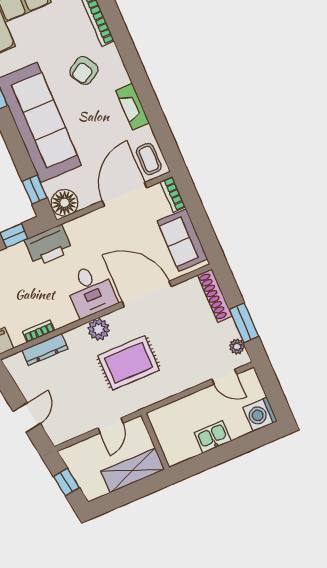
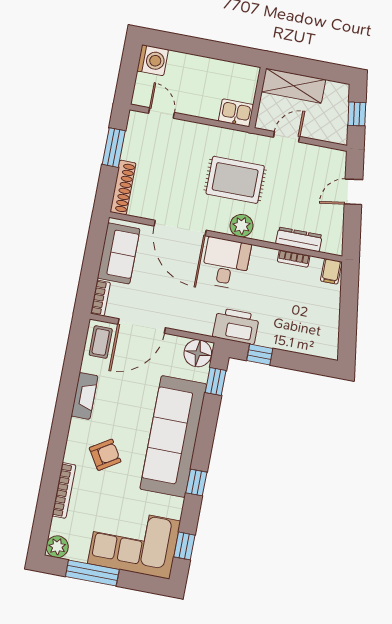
plant: (237, 347) -> (133, 131), removed
kitchen sink: (213, 437) -> (236, 113), moved, turned 180

